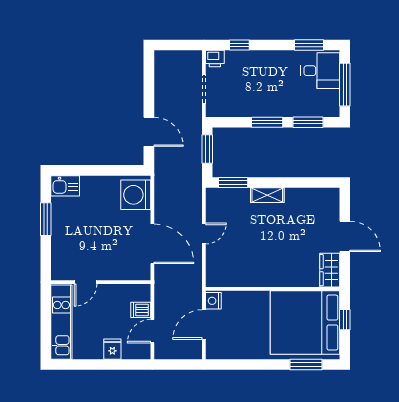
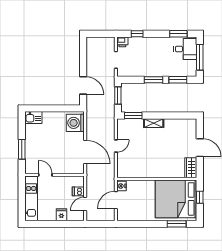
window: (46, 219) -> (22, 149), moved
door: (86, 282) -> (45, 175), swing flipped

